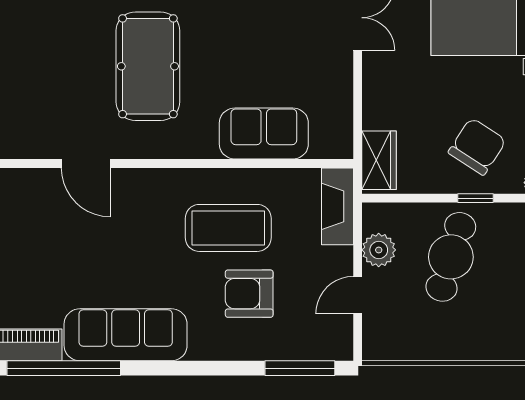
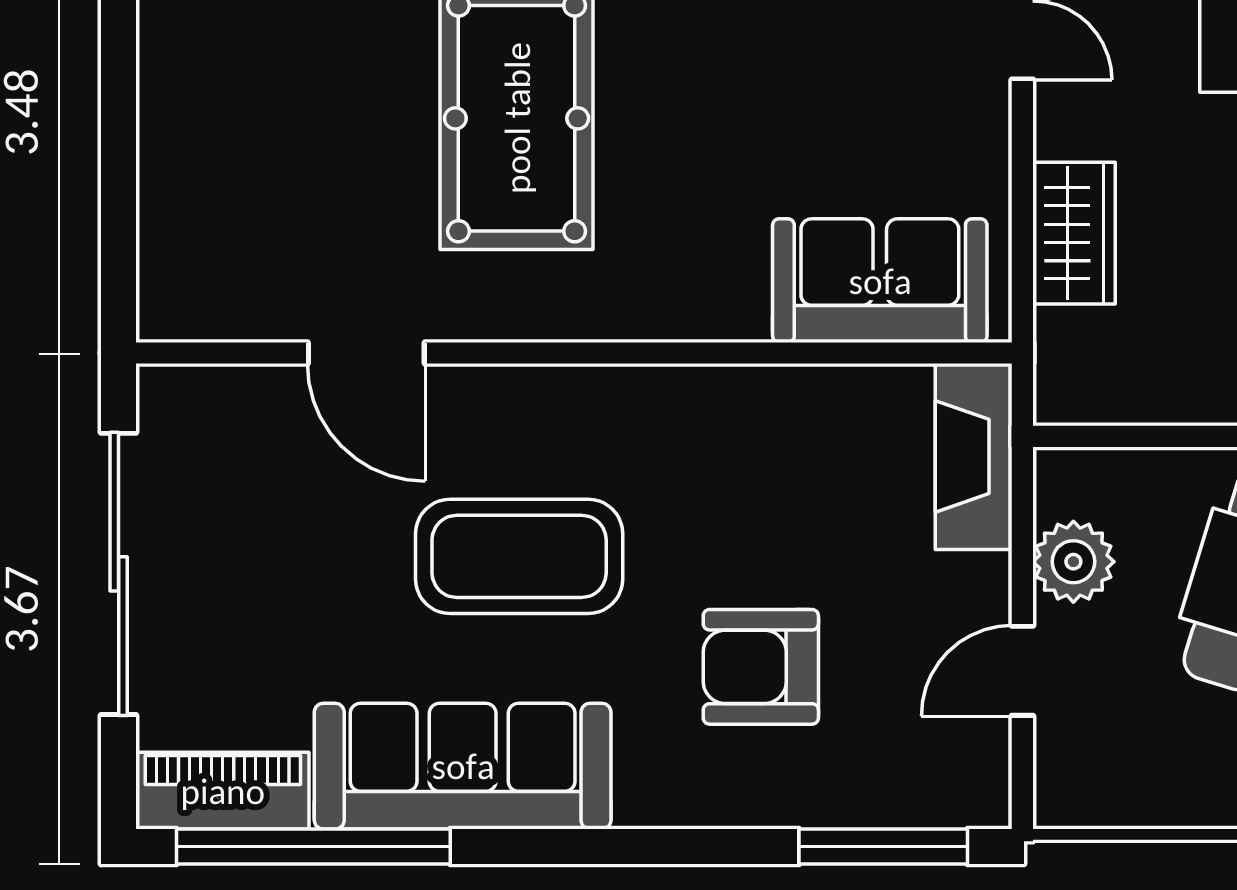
sofa: (264, 134) -> (880, 281), moved
wardrobe: (379, 160) -> (1074, 233), moved
coffee table: (228, 228) -> (519, 556), moved

